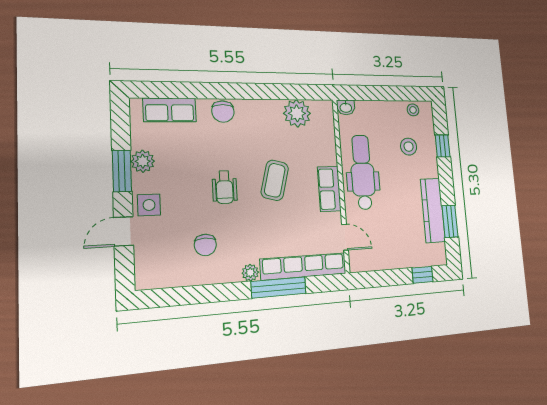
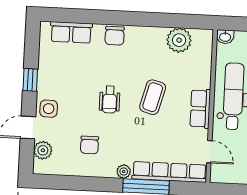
plant: (143, 161) -> (43, 150), moved
window: (122, 171) -> (30, 80), width x0.67

